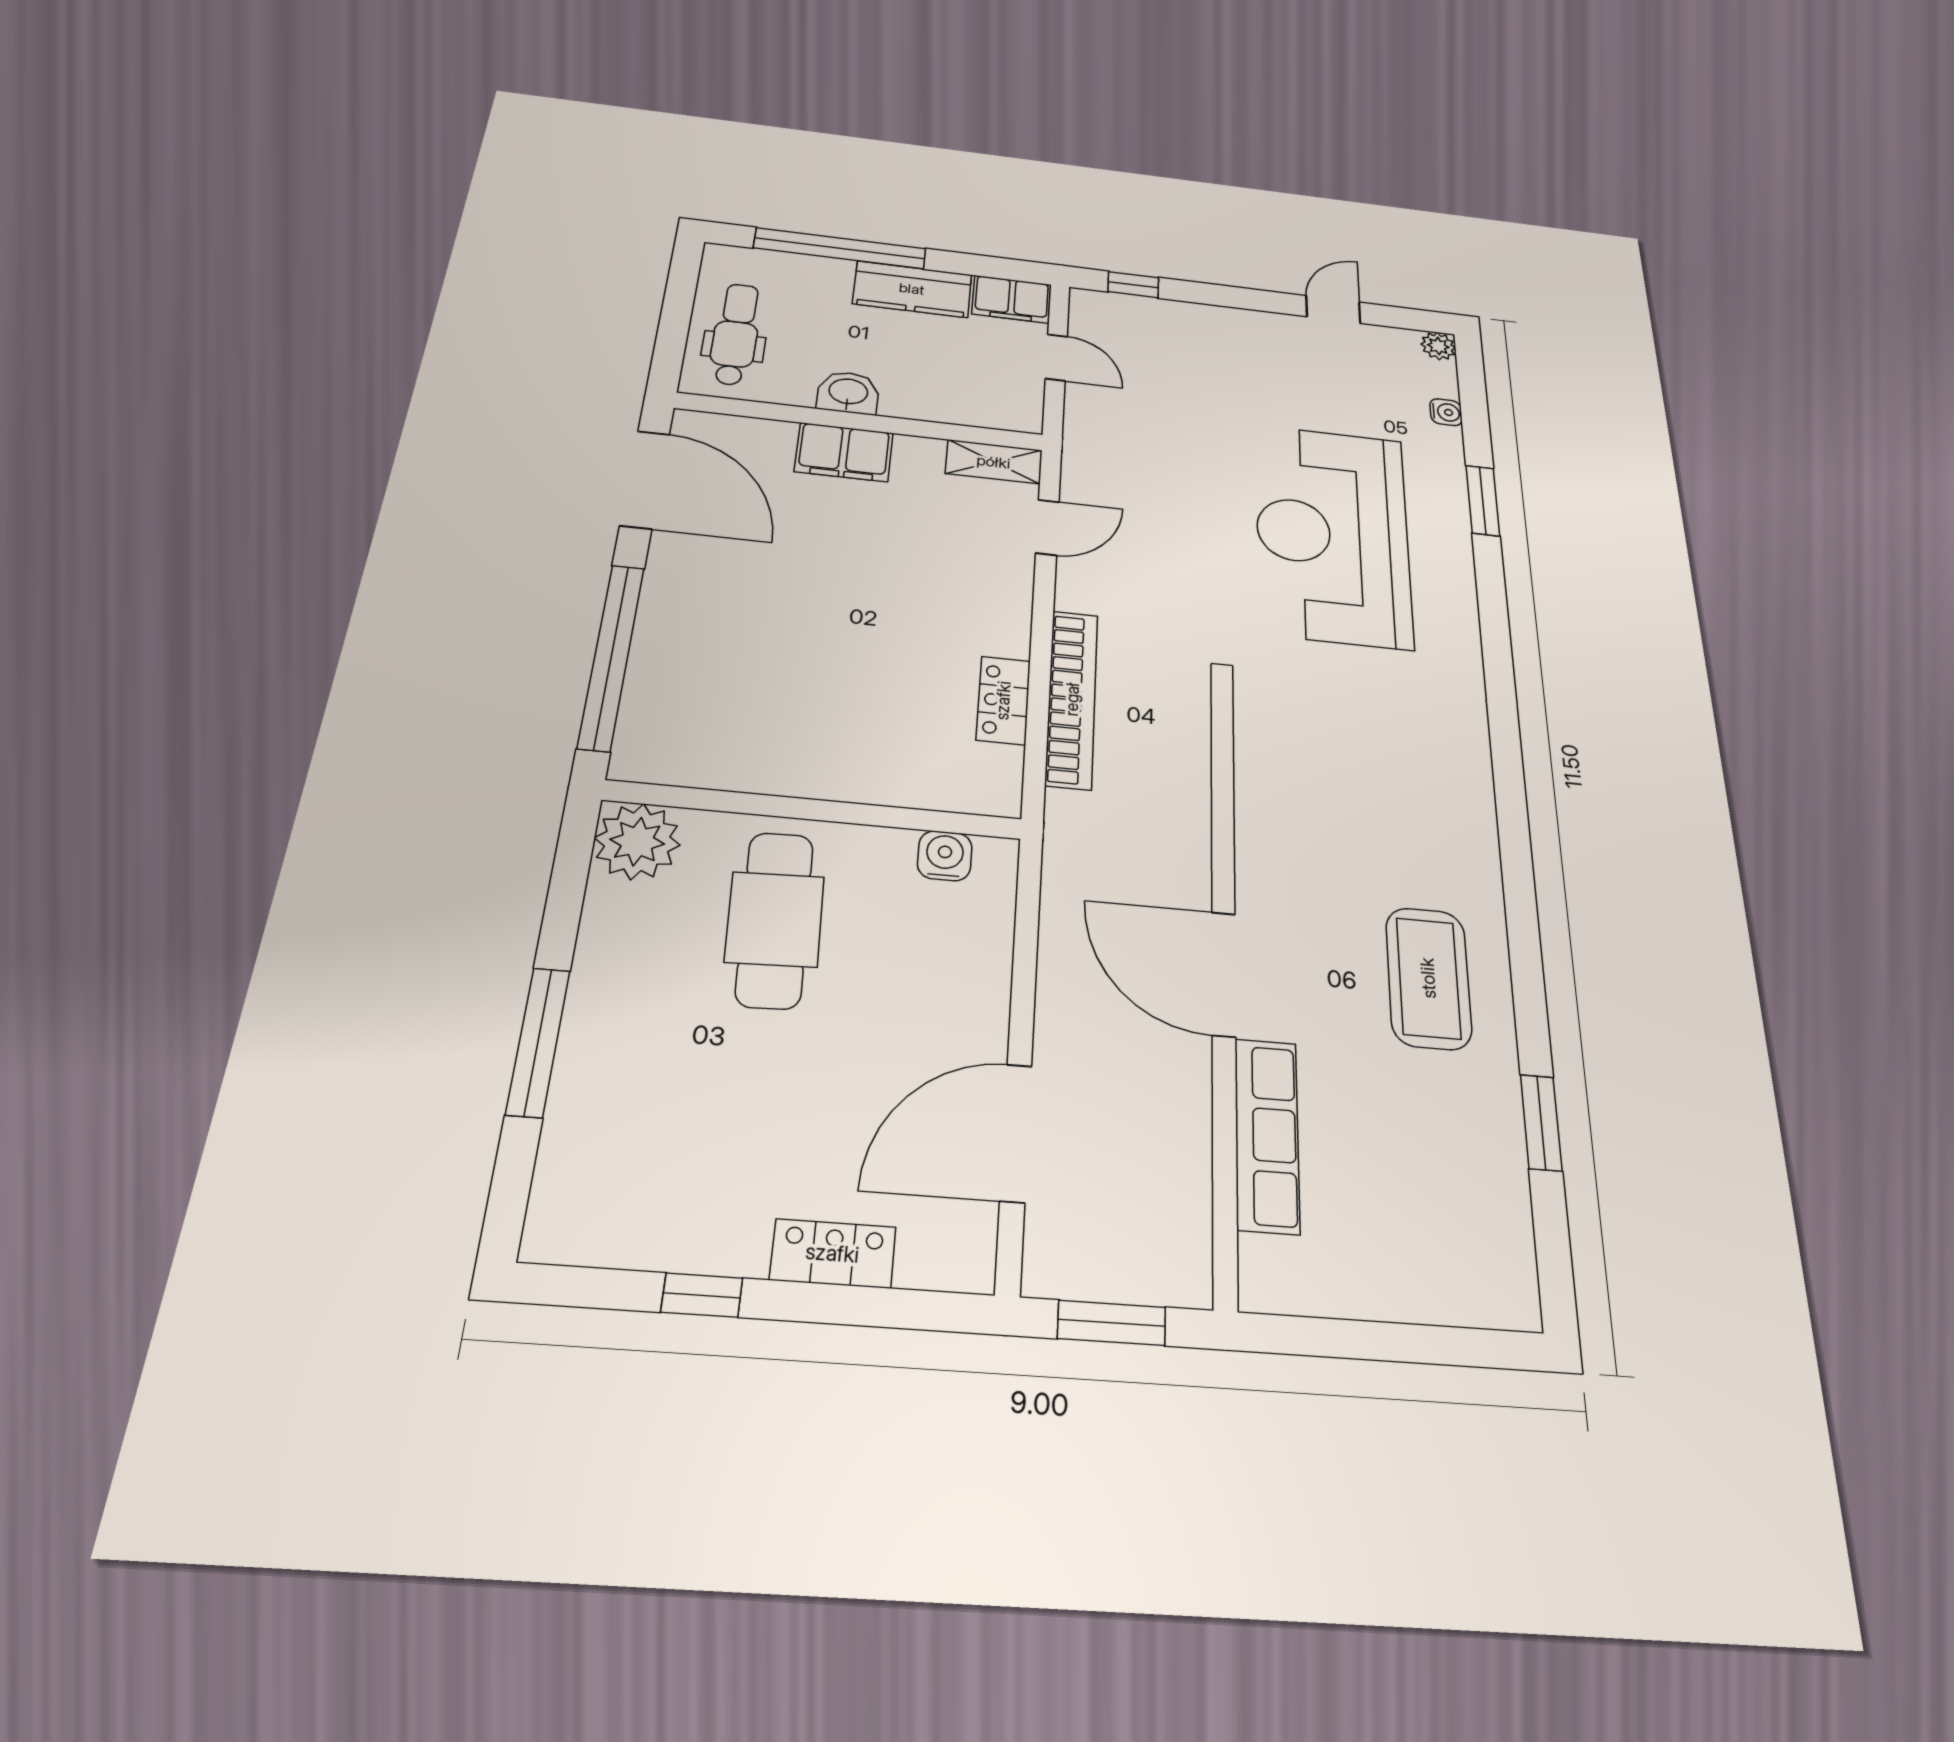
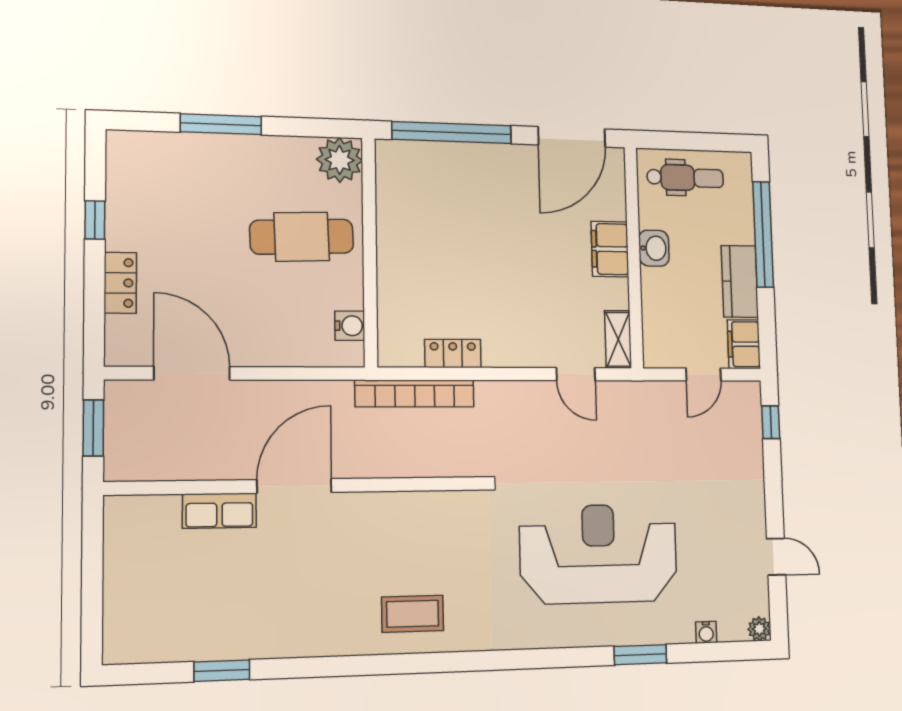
bookcase: (1072, 699) -> (415, 393), moved
coffee table: (1428, 978) -> (413, 614), moved, width x0.73, depth x0.76
row of seats: (1267, 1135) -> (219, 511), width x0.68

